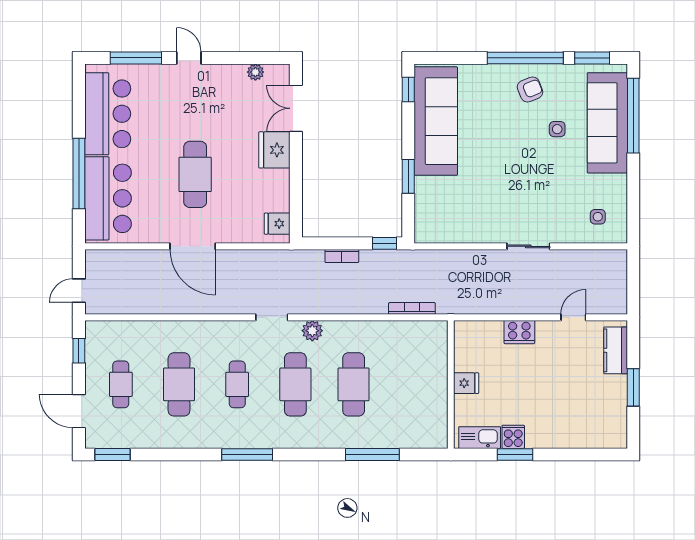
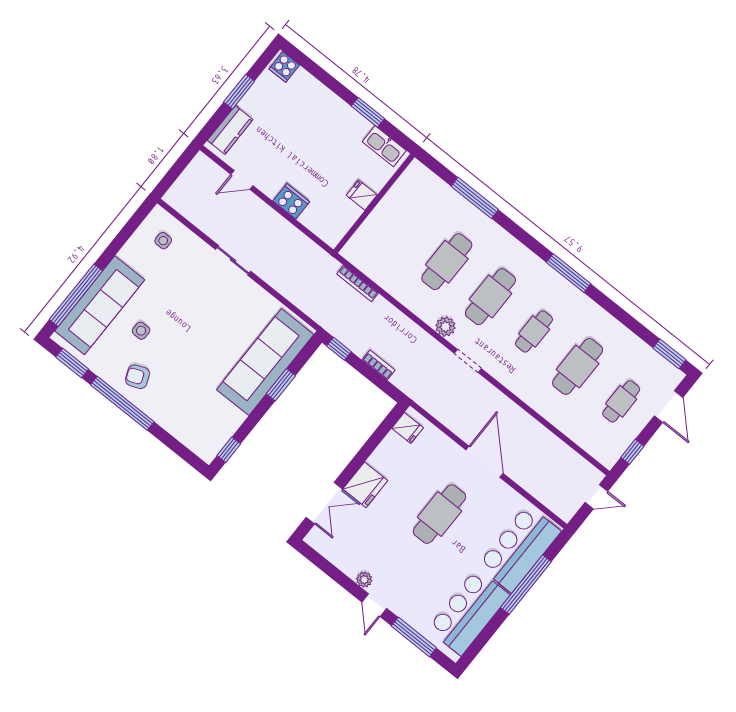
plant: (255, 72) -> (364, 580), moved
sofa: (436, 121) -> (265, 362), moved
cooker: (513, 437) -> (284, 67), moved

